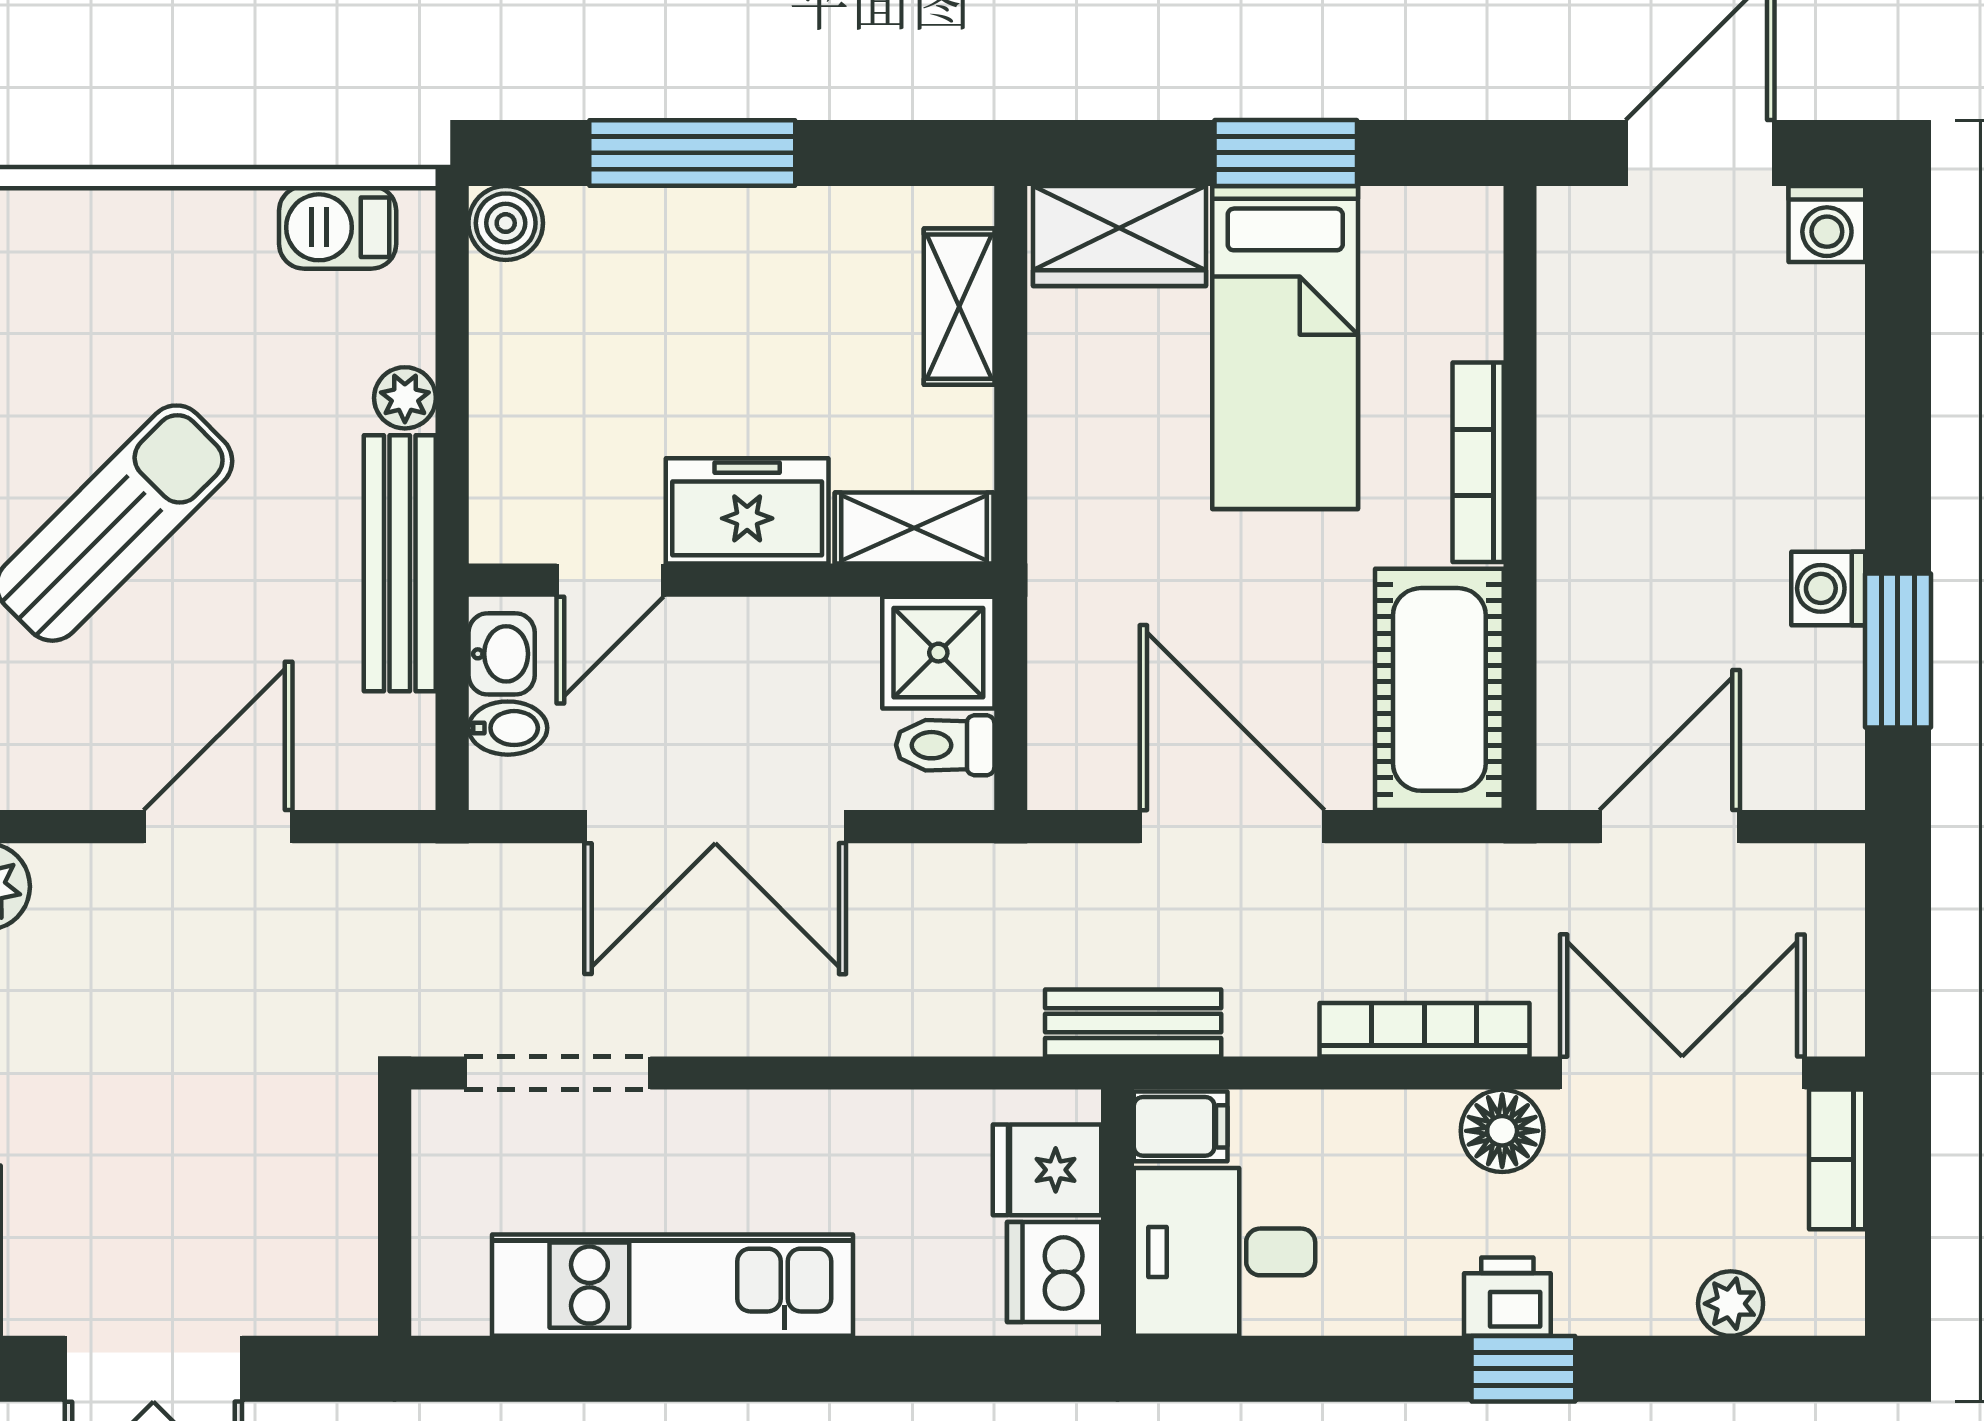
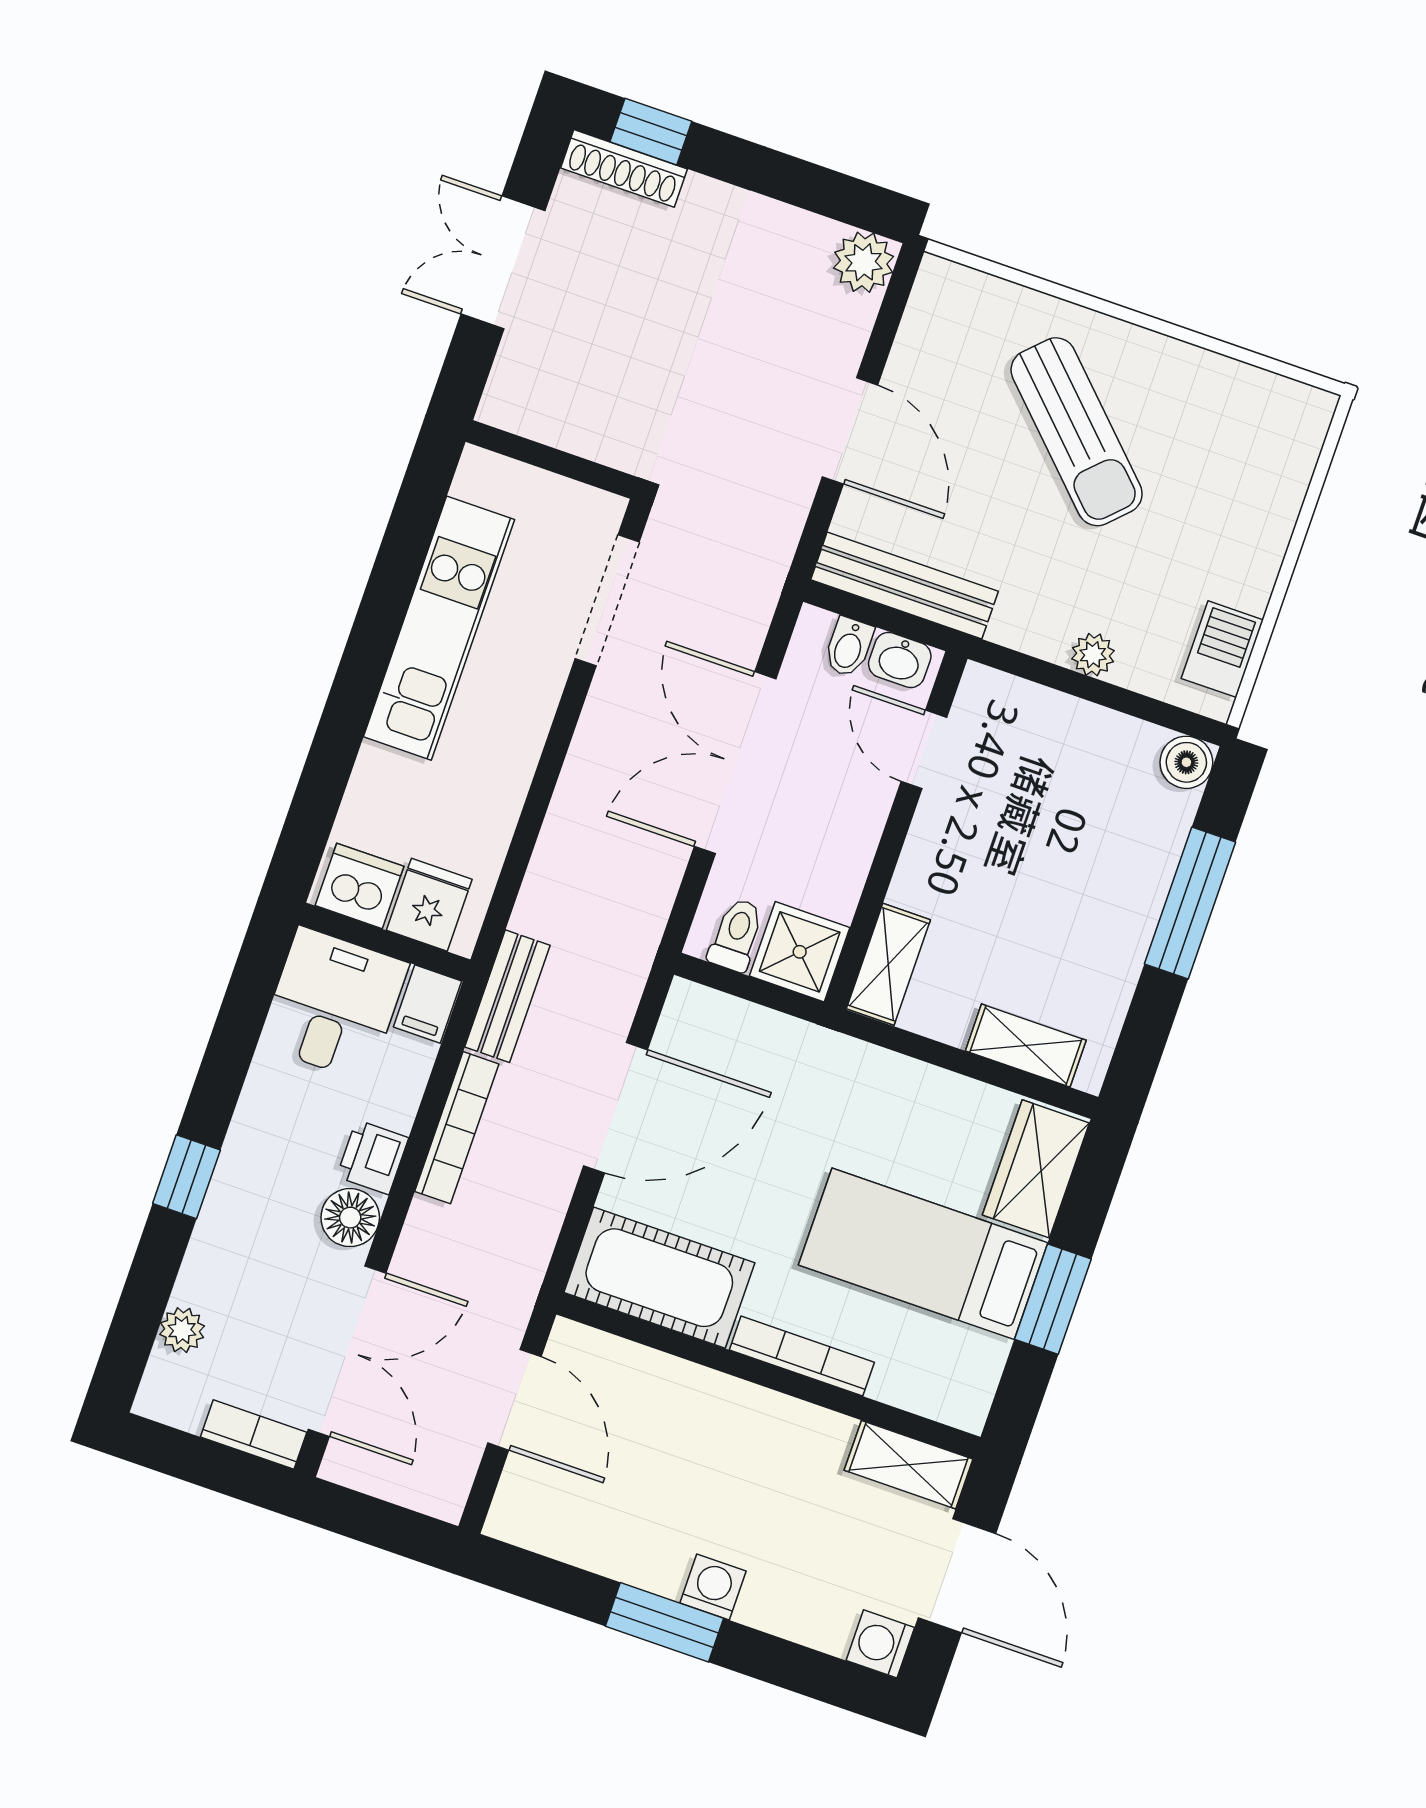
shelving: (1574, 269) -> (909, 1465), added
freezer: (747, 511) -> (938, 857), removed
bench: (400, 563) -> (904, 586), moved
washing machine: (1828, 588) -> (713, 1587), moved
window: (1898, 650) -> (664, 1622), moved
bookcase: (1424, 1030) -> (457, 1128), moved
printer: (1507, 1297) -> (373, 1157), moved, turned 180

